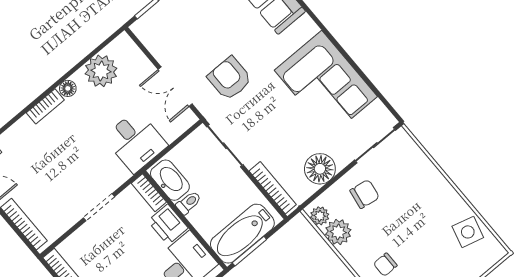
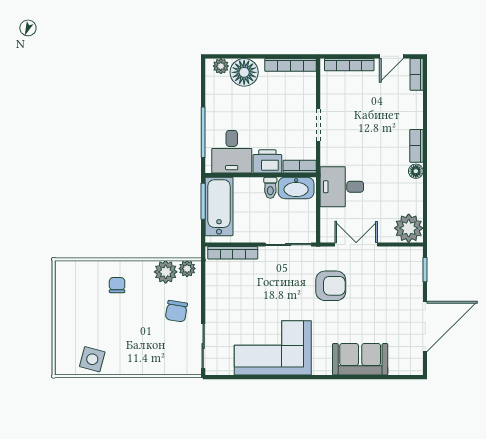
plant: (101, 71) -> (409, 228), moved
floor lamp: (320, 169) -> (219, 295), removed

